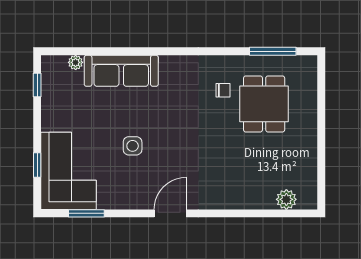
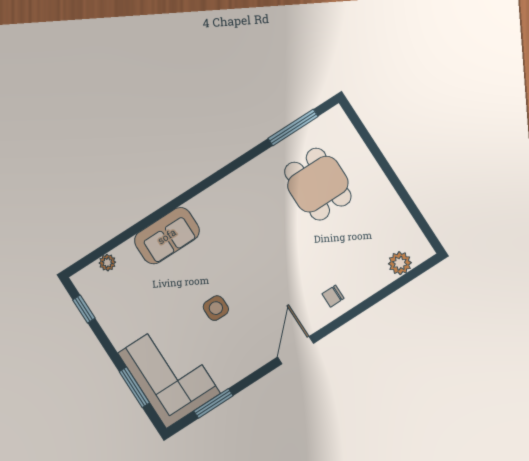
sofa: (121, 71) -> (167, 236), width x0.73
chair: (223, 90) -> (333, 296), moved, turned 180
window: (37, 165) -> (134, 387), width x1.50

